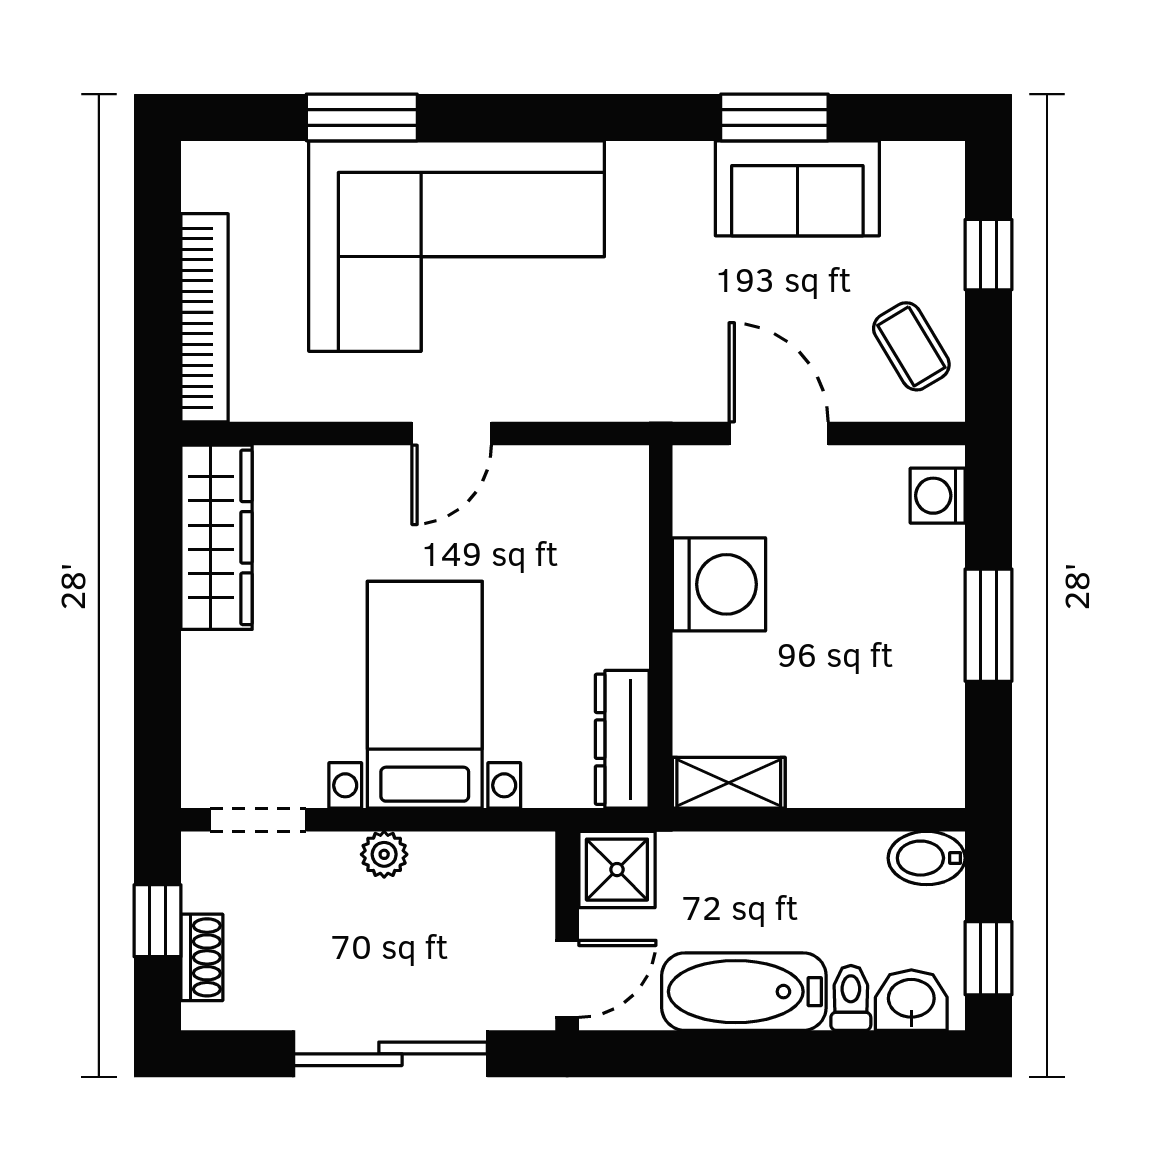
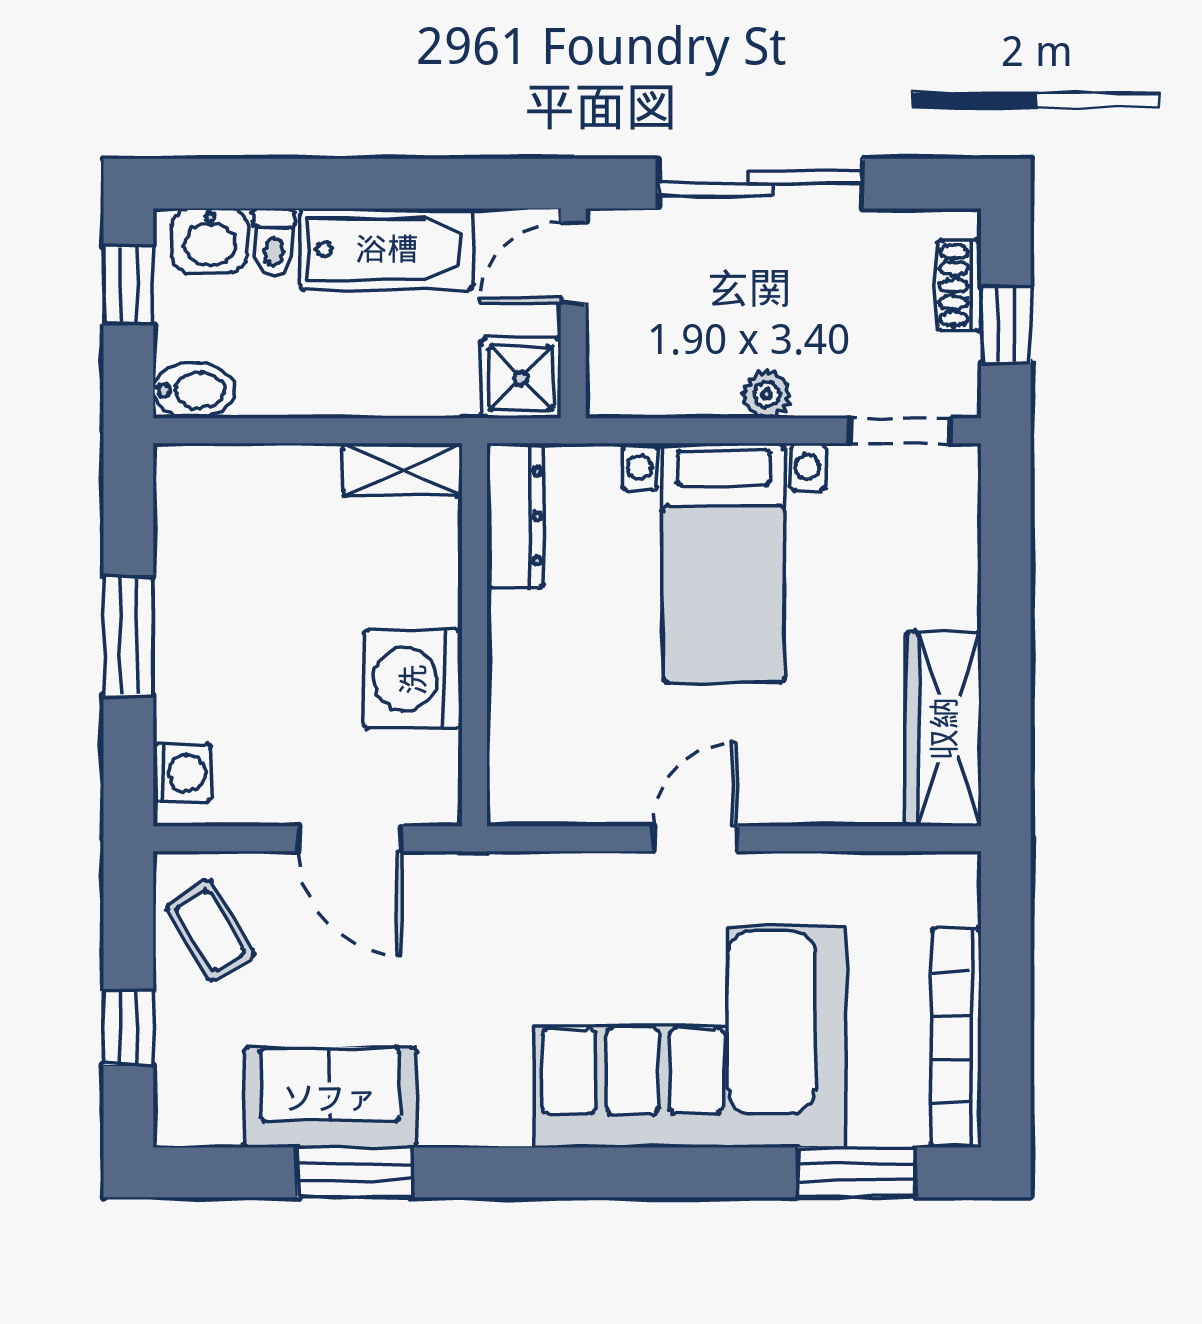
window: (362, 117) -> (857, 1172), moved
bookcase: (205, 318) -> (956, 1038), moved

